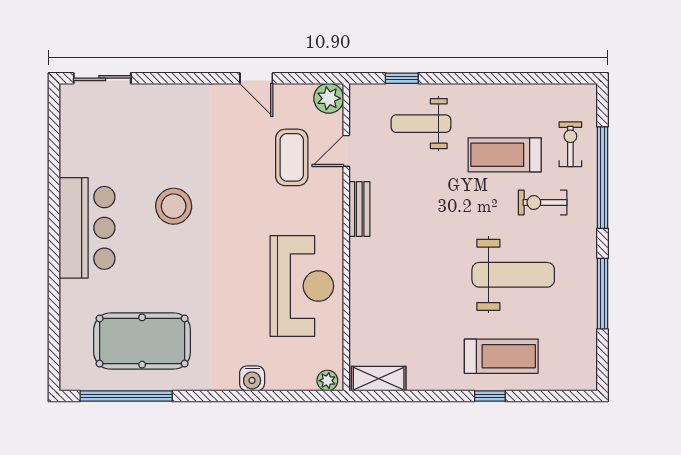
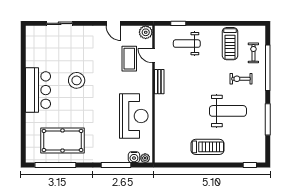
sliding door: (102, 78) -> (60, 23), moved
door: (346, 151) -> (154, 56), hinge flipped
treadmill: (505, 155) -> (230, 44), moved, turned -90
treadmill: (501, 356) -> (208, 147), moved
water cooler: (252, 378) -> (134, 157), moved
shelving: (379, 379) -> (168, 157), removed
window: (262, 396) -> (116, 165), added
window: (490, 396) -> (250, 165), moved

